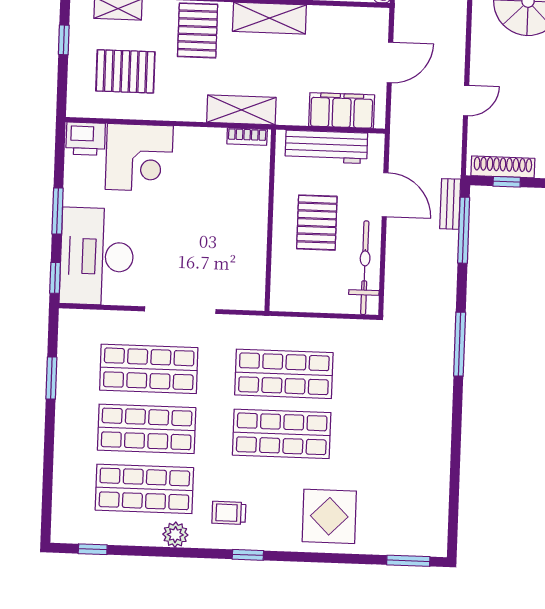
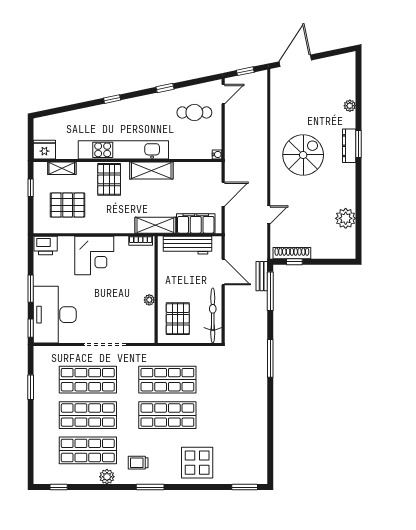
shelving: (241, 110) -> (155, 225), moved
corner desk: (139, 158) -> (94, 256), moved
pallet: (317, 223) -> (178, 319), moved
plant: (258, 237) -> (149, 300), added
window: (248, 555) -> (150, 487), width x1.50

